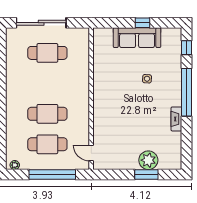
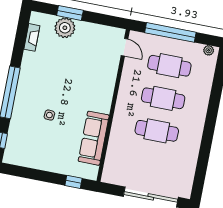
window: (143, 23) -> (73, 182), moved
sofa: (137, 38) -> (94, 138), moved, turned -90
cafe table: (47, 53) -> (157, 131), moved
fireplace: (176, 119) -> (32, 37), moved

